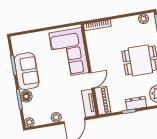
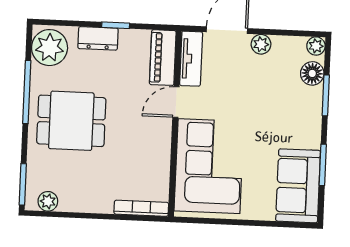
sofa: (27, 71) -> (298, 186), moved
floor lamp: (26, 96) -> (312, 73), moved

